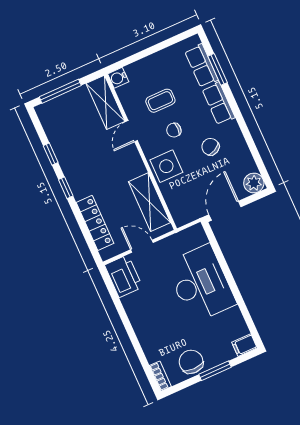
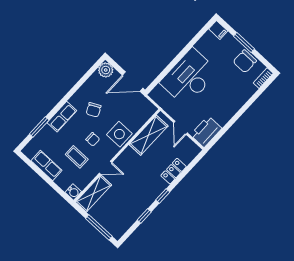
row of seats: (201, 66) -> (47, 166), moved, turned -90
locker: (95, 223) -> (174, 171), width x0.66

